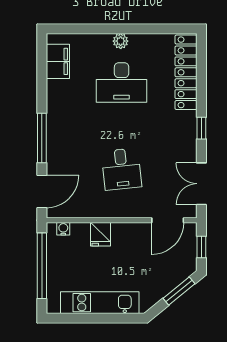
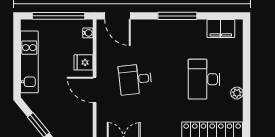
plant: (121, 41) -> (237, 93), moved
window: (42, 138) -> (177, 16), moved
door: (168, 220) -> (95, 90), moved

